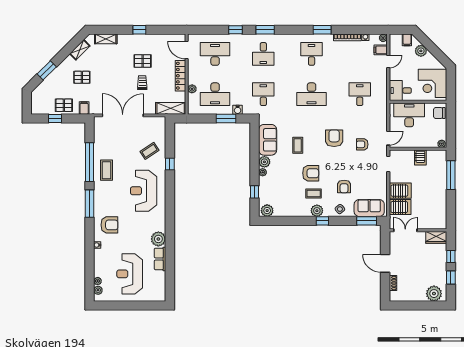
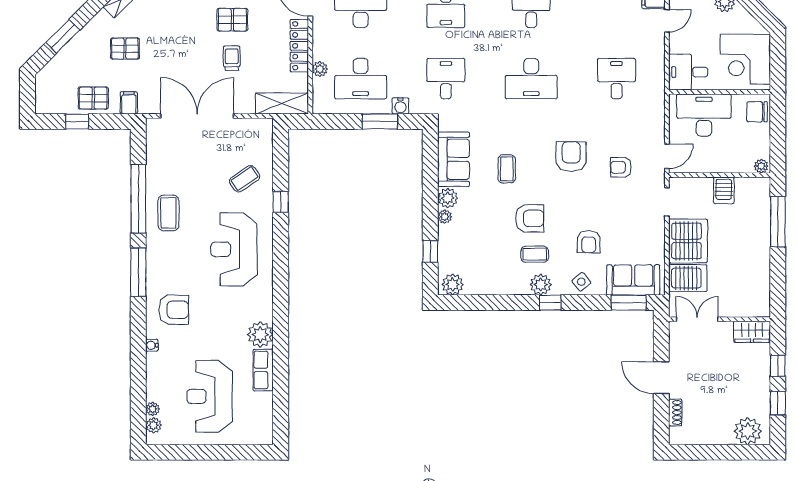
server rack: (400, 191) -> (688, 241), width x1.60

